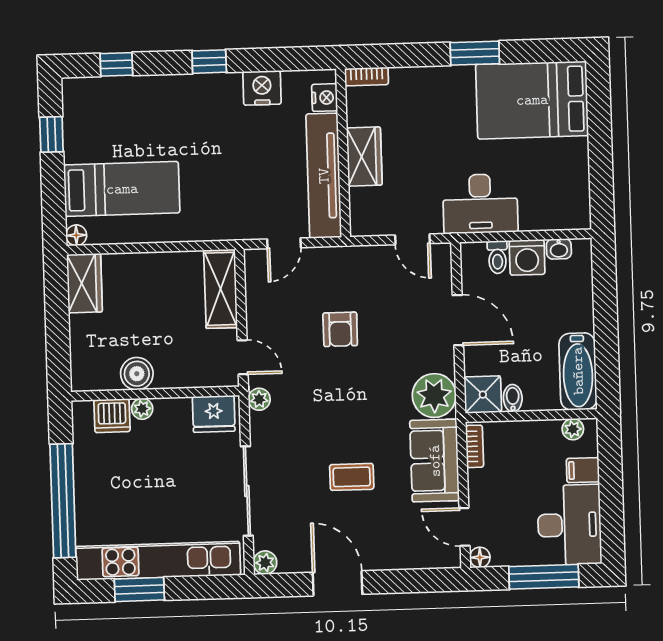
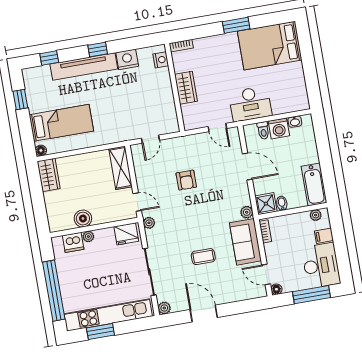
tv unit: (324, 176) -> (84, 67), moved, turned -90
plant: (434, 396) -> (247, 212), width x0.53, depth x0.53

